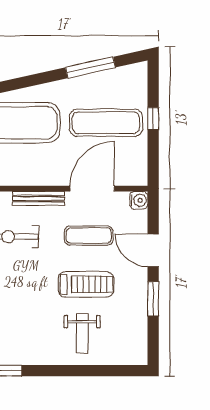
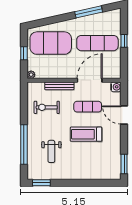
treadmill: (86, 284) -> (86, 134), turned 180
window: (153, 299) -> (124, 164), moved
weight bench: (82, 334) -> (51, 151), moved

